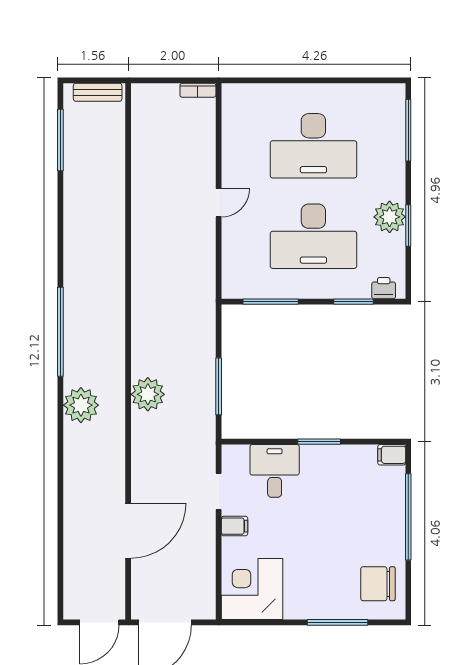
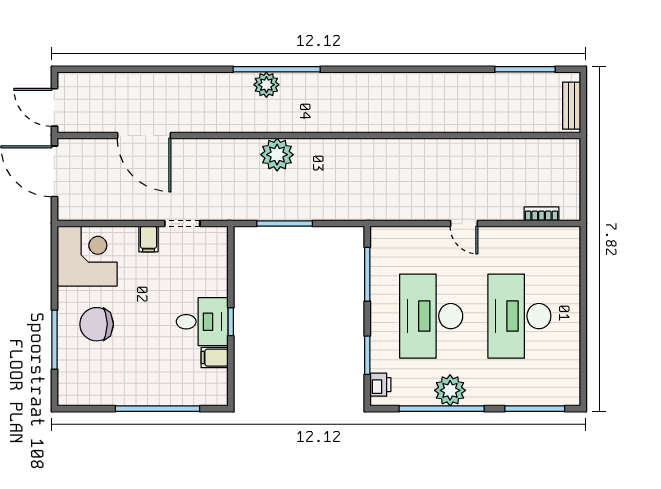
bookcase: (198, 90) -> (542, 214), moved, turned 90
window: (408, 225) -> (442, 409), width x2.11
window: (60, 332) -> (277, 69), moved
plant: (81, 405) -> (266, 85), width x0.73, depth x0.73
window: (319, 442) -> (231, 322), width x0.67
filing cabinet: (392, 455) -> (215, 358), moved, turned -90
desk: (275, 471) -> (202, 322), moved
chair: (378, 584) -> (97, 324), moved, turned -90

